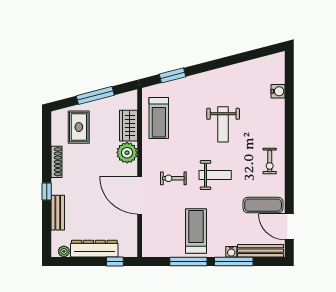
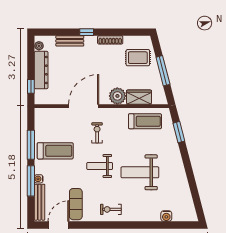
treadmill: (159, 118) -> (145, 121), turned 180
weight bench: (223, 124) -> (140, 172), width x1.36, depth x1.33
weight bench: (215, 175) -> (100, 166), turned 90

